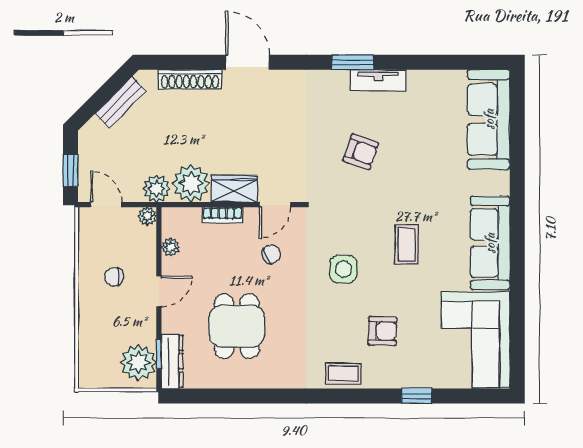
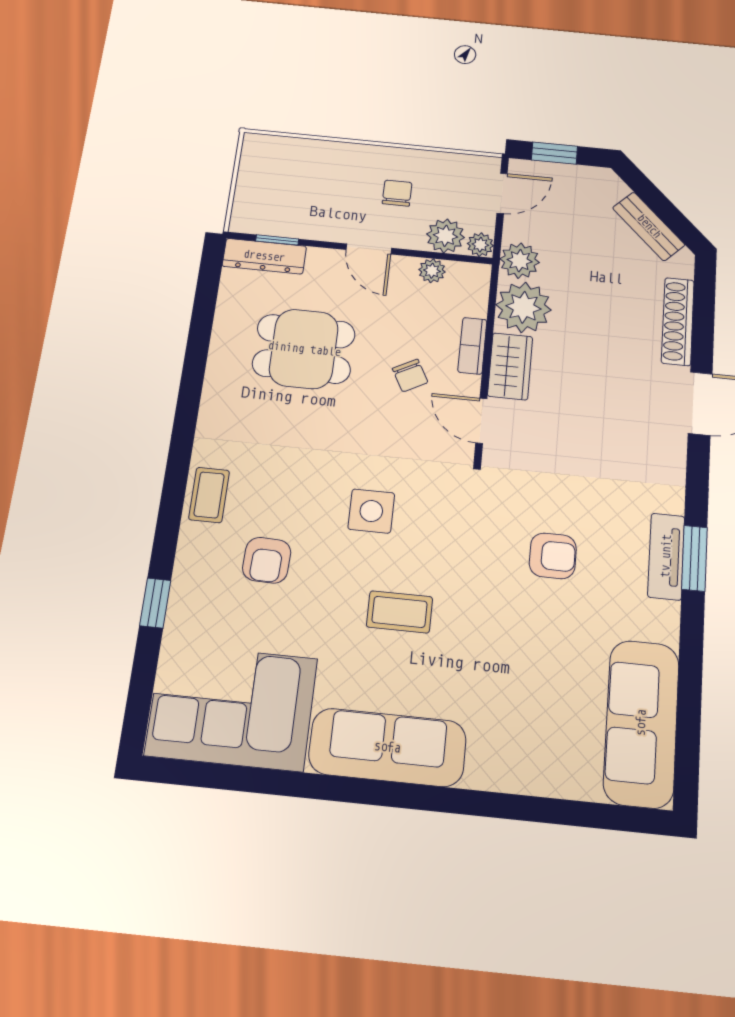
tv unit: (378, 80) -> (666, 556), moved
sofa: (489, 119) -> (641, 723), moved, turned -90
armchair: (361, 152) -> (553, 556), turned -109
chair: (271, 254) -> (410, 375), moved
plant: (138, 362) -> (445, 236), moved, width x0.73, depth x0.73

